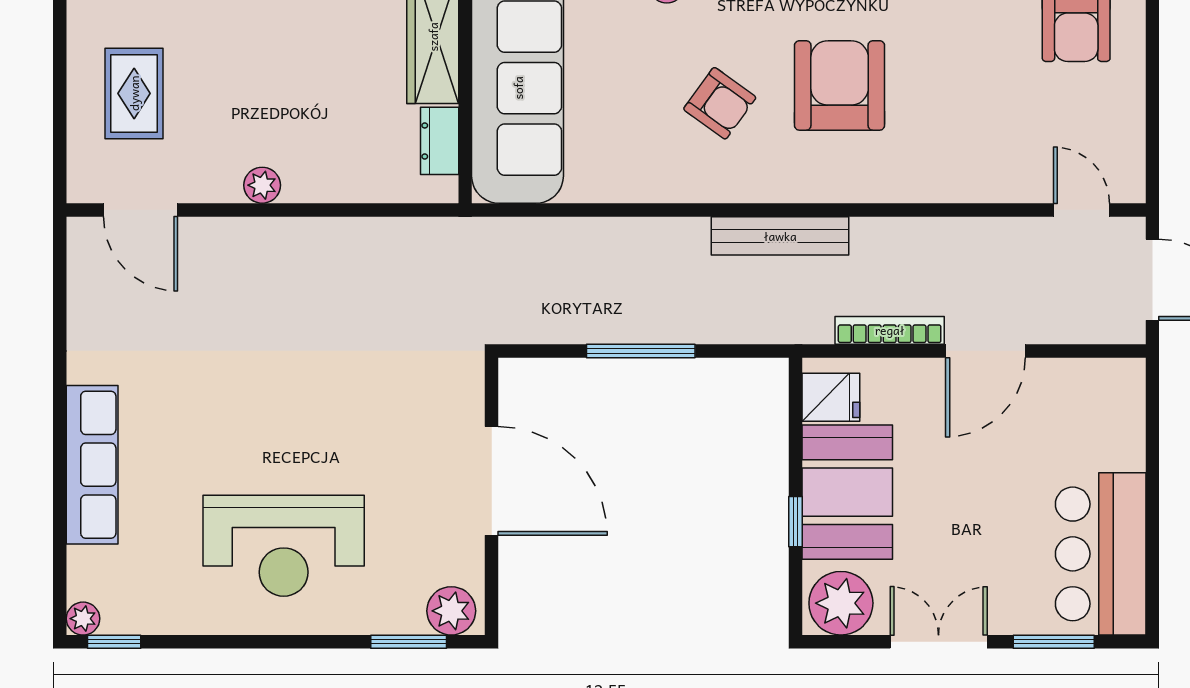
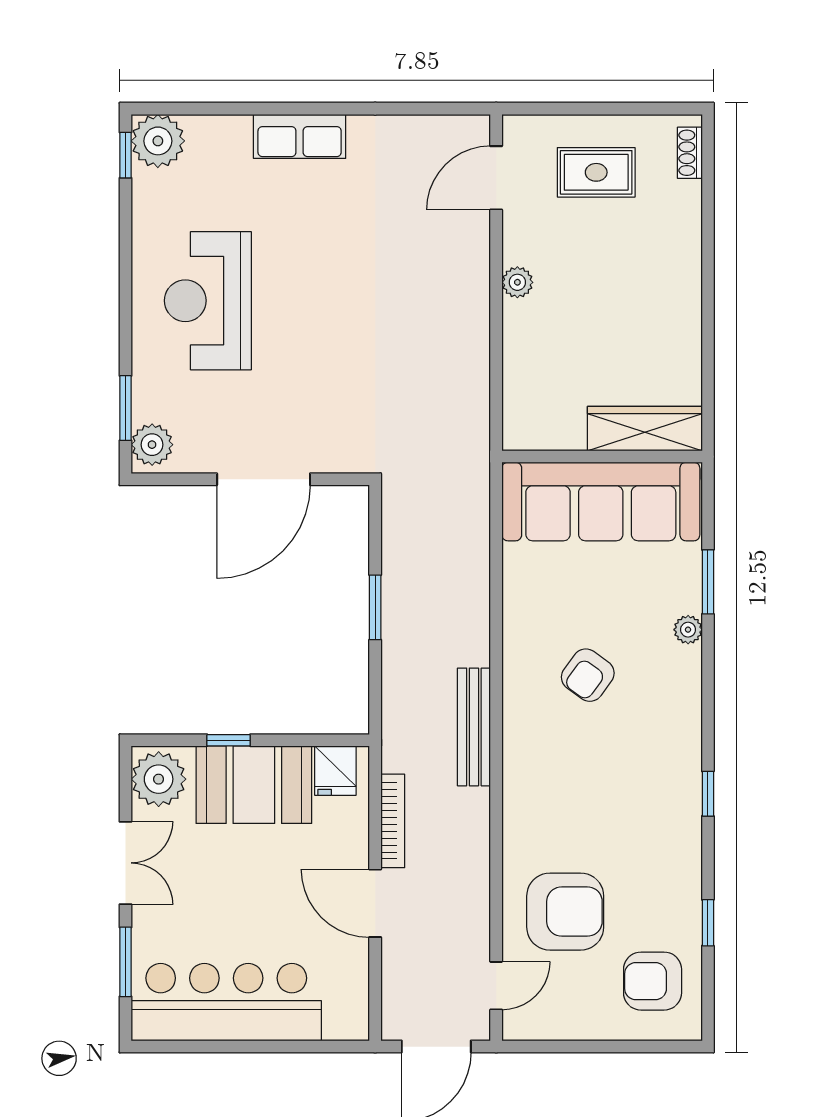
armchair: (840, 85) -> (565, 912), moved
dresser: (440, 141) -> (555, 435), removed
window: (641, 351) -> (375, 607), width x0.69
row of seats: (92, 465) -> (300, 136), width x0.68
bar counter: (1101, 554) -> (226, 1002), width x1.36
plant: (83, 619) -> (158, 141), width x1.88, depth x1.88

